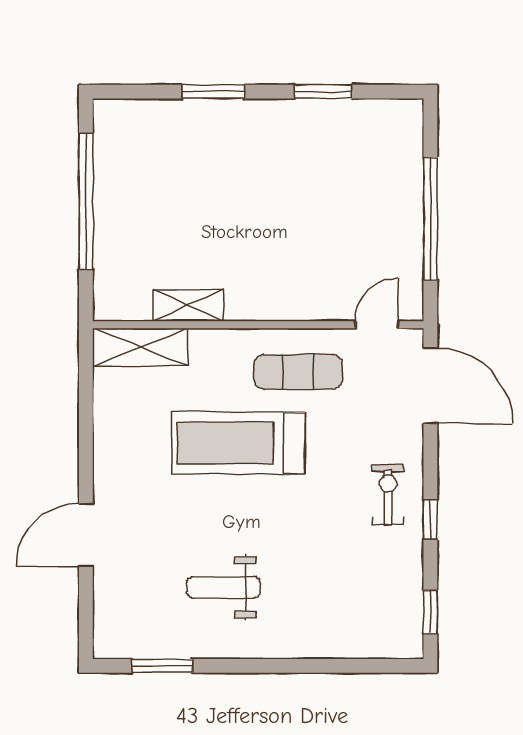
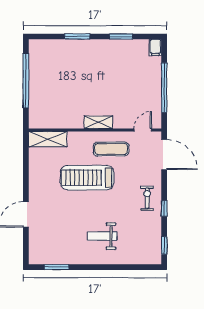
filing cabinet: (408, 119) -> (155, 47), added
shelving: (188, 305) -> (98, 122), moved
weight bench: (224, 587) -> (102, 236), moved

